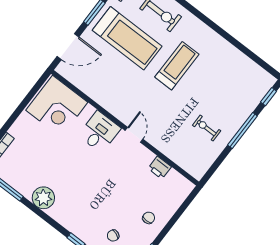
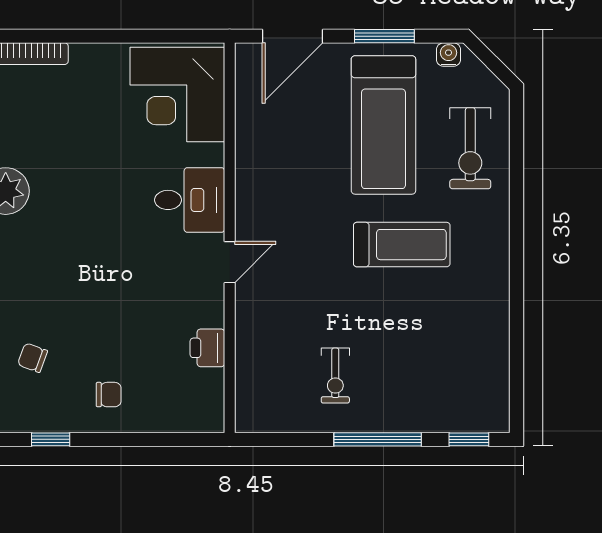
door: (68, 47) -> (293, 36), hinge flipped
exercise bike: (207, 128) -> (335, 376), turned 180

